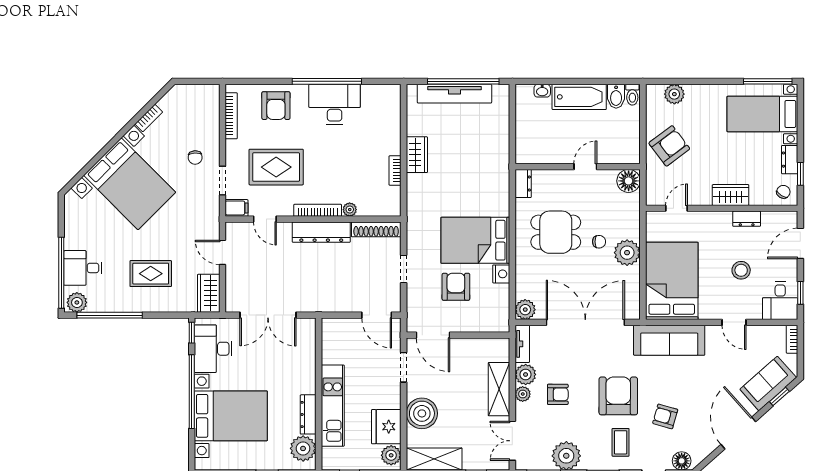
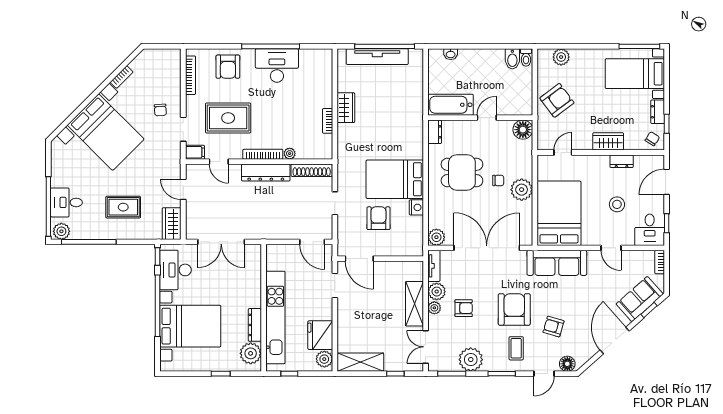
bathtub: (579, 97) -> (451, 105), moved, turned 180
kitchen unit: (333, 406) -> (275, 318), width x1.36
boiler: (422, 413) -> (350, 324), removed

